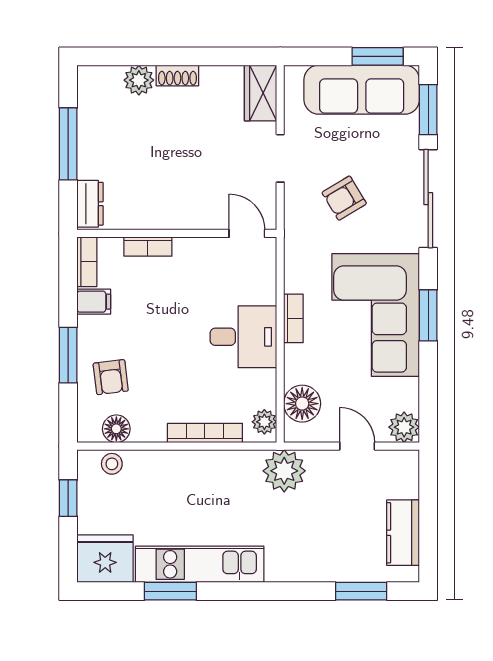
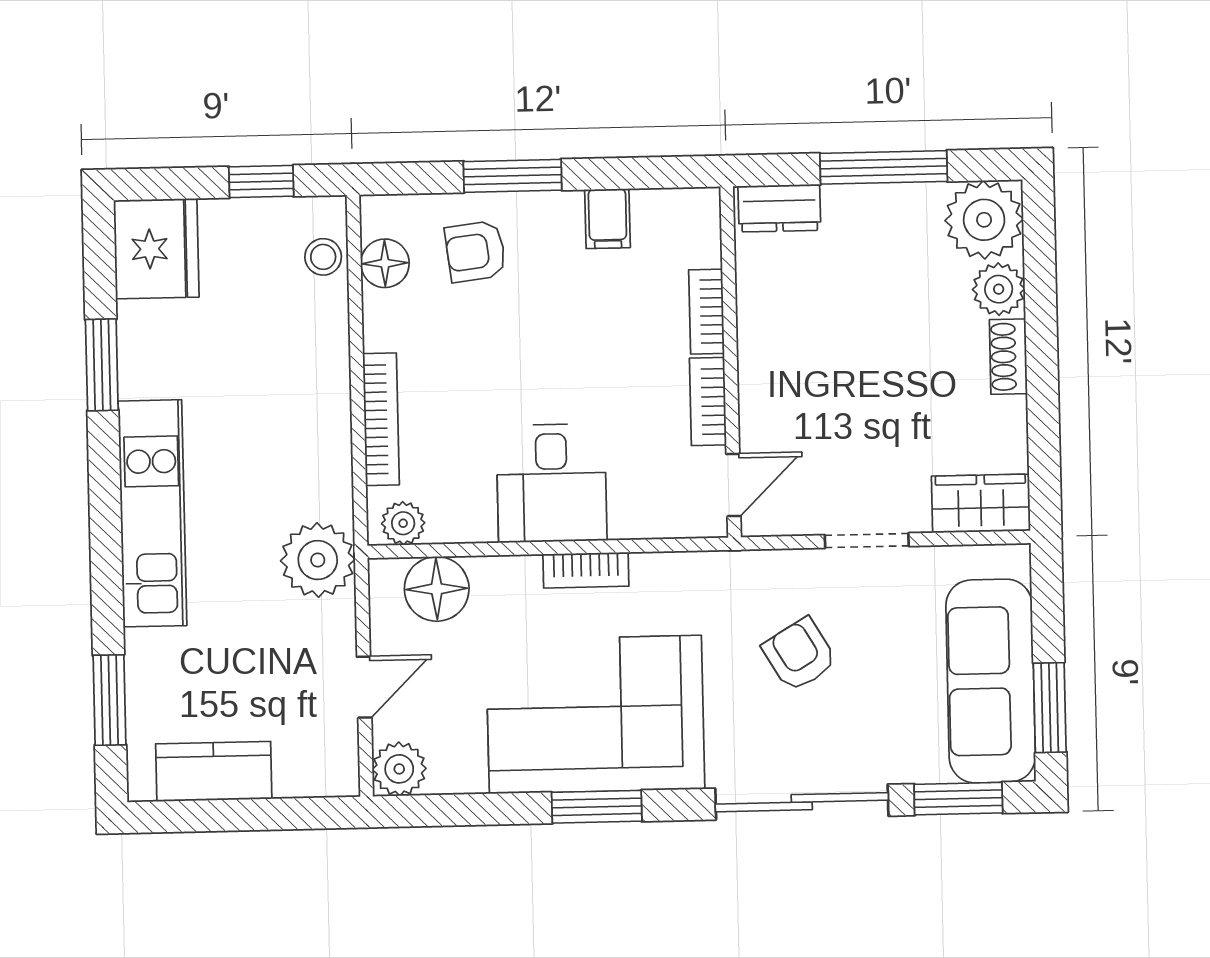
plant: (99, 87) -> (984, 220), added
bookcase: (87, 262) -> (708, 402), moved, turned 90
kitchen unit: (200, 564) -> (152, 513), moved

